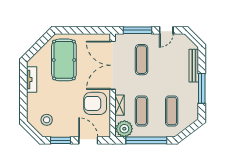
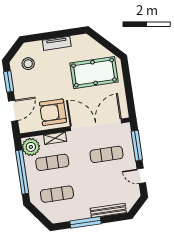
tv unit: (32, 79) -> (57, 43), moved
armchair: (95, 103) -> (53, 112), turned -90

